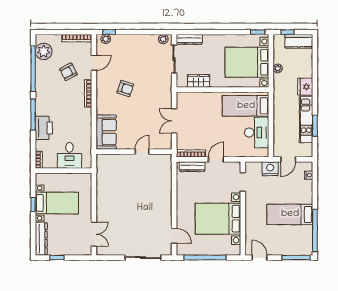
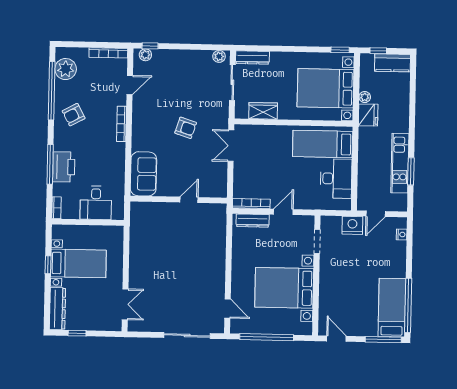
armchair: (68, 72) -> (74, 115), moved
fridge: (305, 87) -> (368, 115), moved, turned 180
armchair: (125, 88) -> (186, 128), moved
window: (33, 115) -> (50, 164), moved
double door: (174, 121) -> (231, 146), moved
bed: (290, 214) -> (392, 308), moved, turned 90

